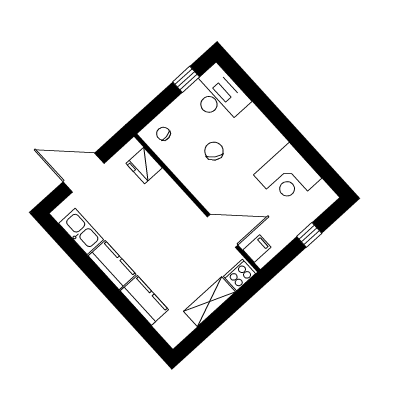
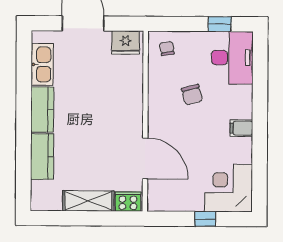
chair: (214, 151) -> (192, 95), turned 131
fridge: (144, 166) -> (126, 43), moved, turned -90
corner desk: (288, 176) -> (228, 188), moved, turned 90
filing cabinet: (257, 248) -> (241, 128), moved, turned 180

